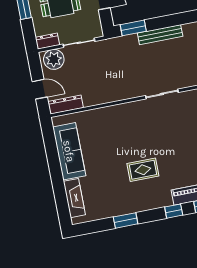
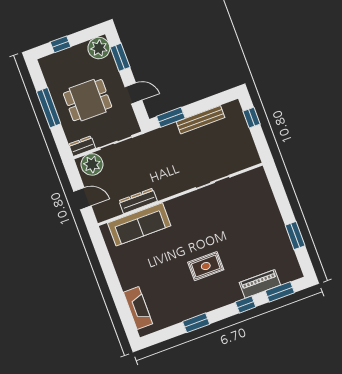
dresser: (66, 105) -> (138, 201), moved
sofa: (69, 151) -> (139, 224), moved, turned 90

